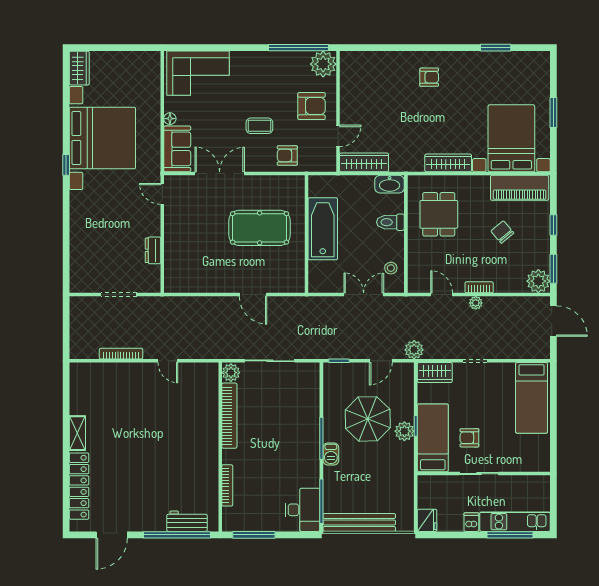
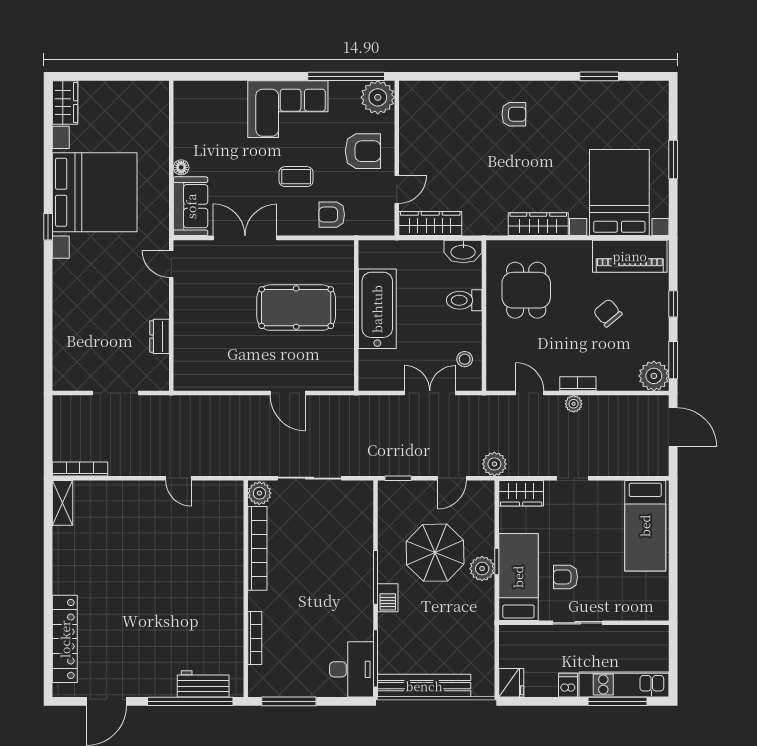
corner sofa: (198, 73) -> (288, 109), moved
bookcase: (121, 354) -> (80, 469), moved
shelving: (77, 433) -> (62, 503), moved

